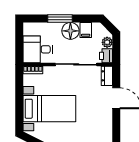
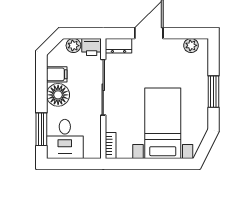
window: (60, 19) -> (41, 129), moved
desk: (38, 49) -> (65, 139), moved
plant: (107, 130) -> (191, 45), added

